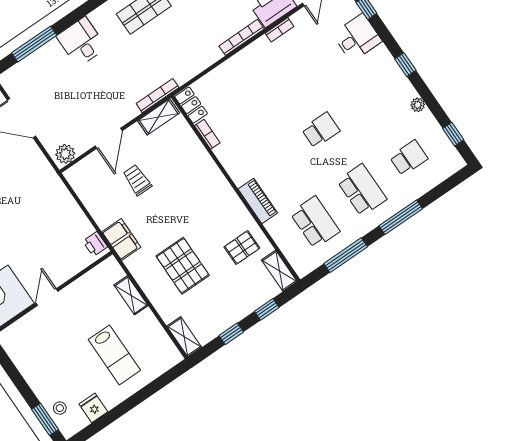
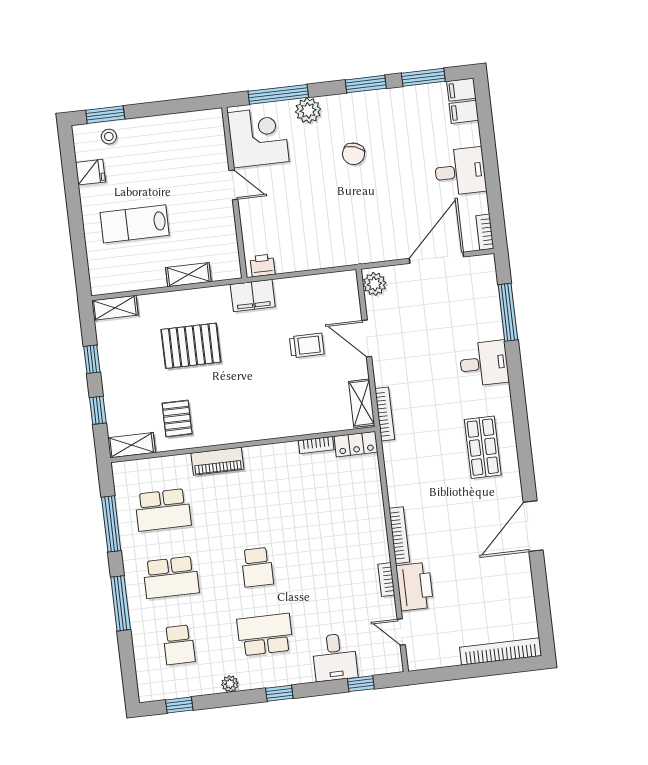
school desk: (368, 98) -> (265, 635), added

